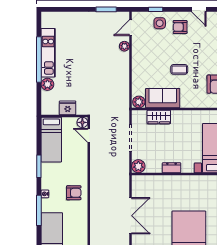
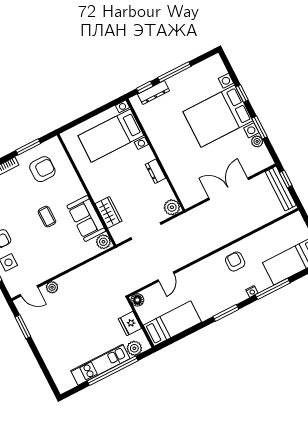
fridge: (68, 108) -> (130, 324), moved
wall: (64, 116) -> (140, 322), moved
floor lamp: (82, 122) -> (137, 300), moved
bed: (51, 140) -> (172, 324), moved

